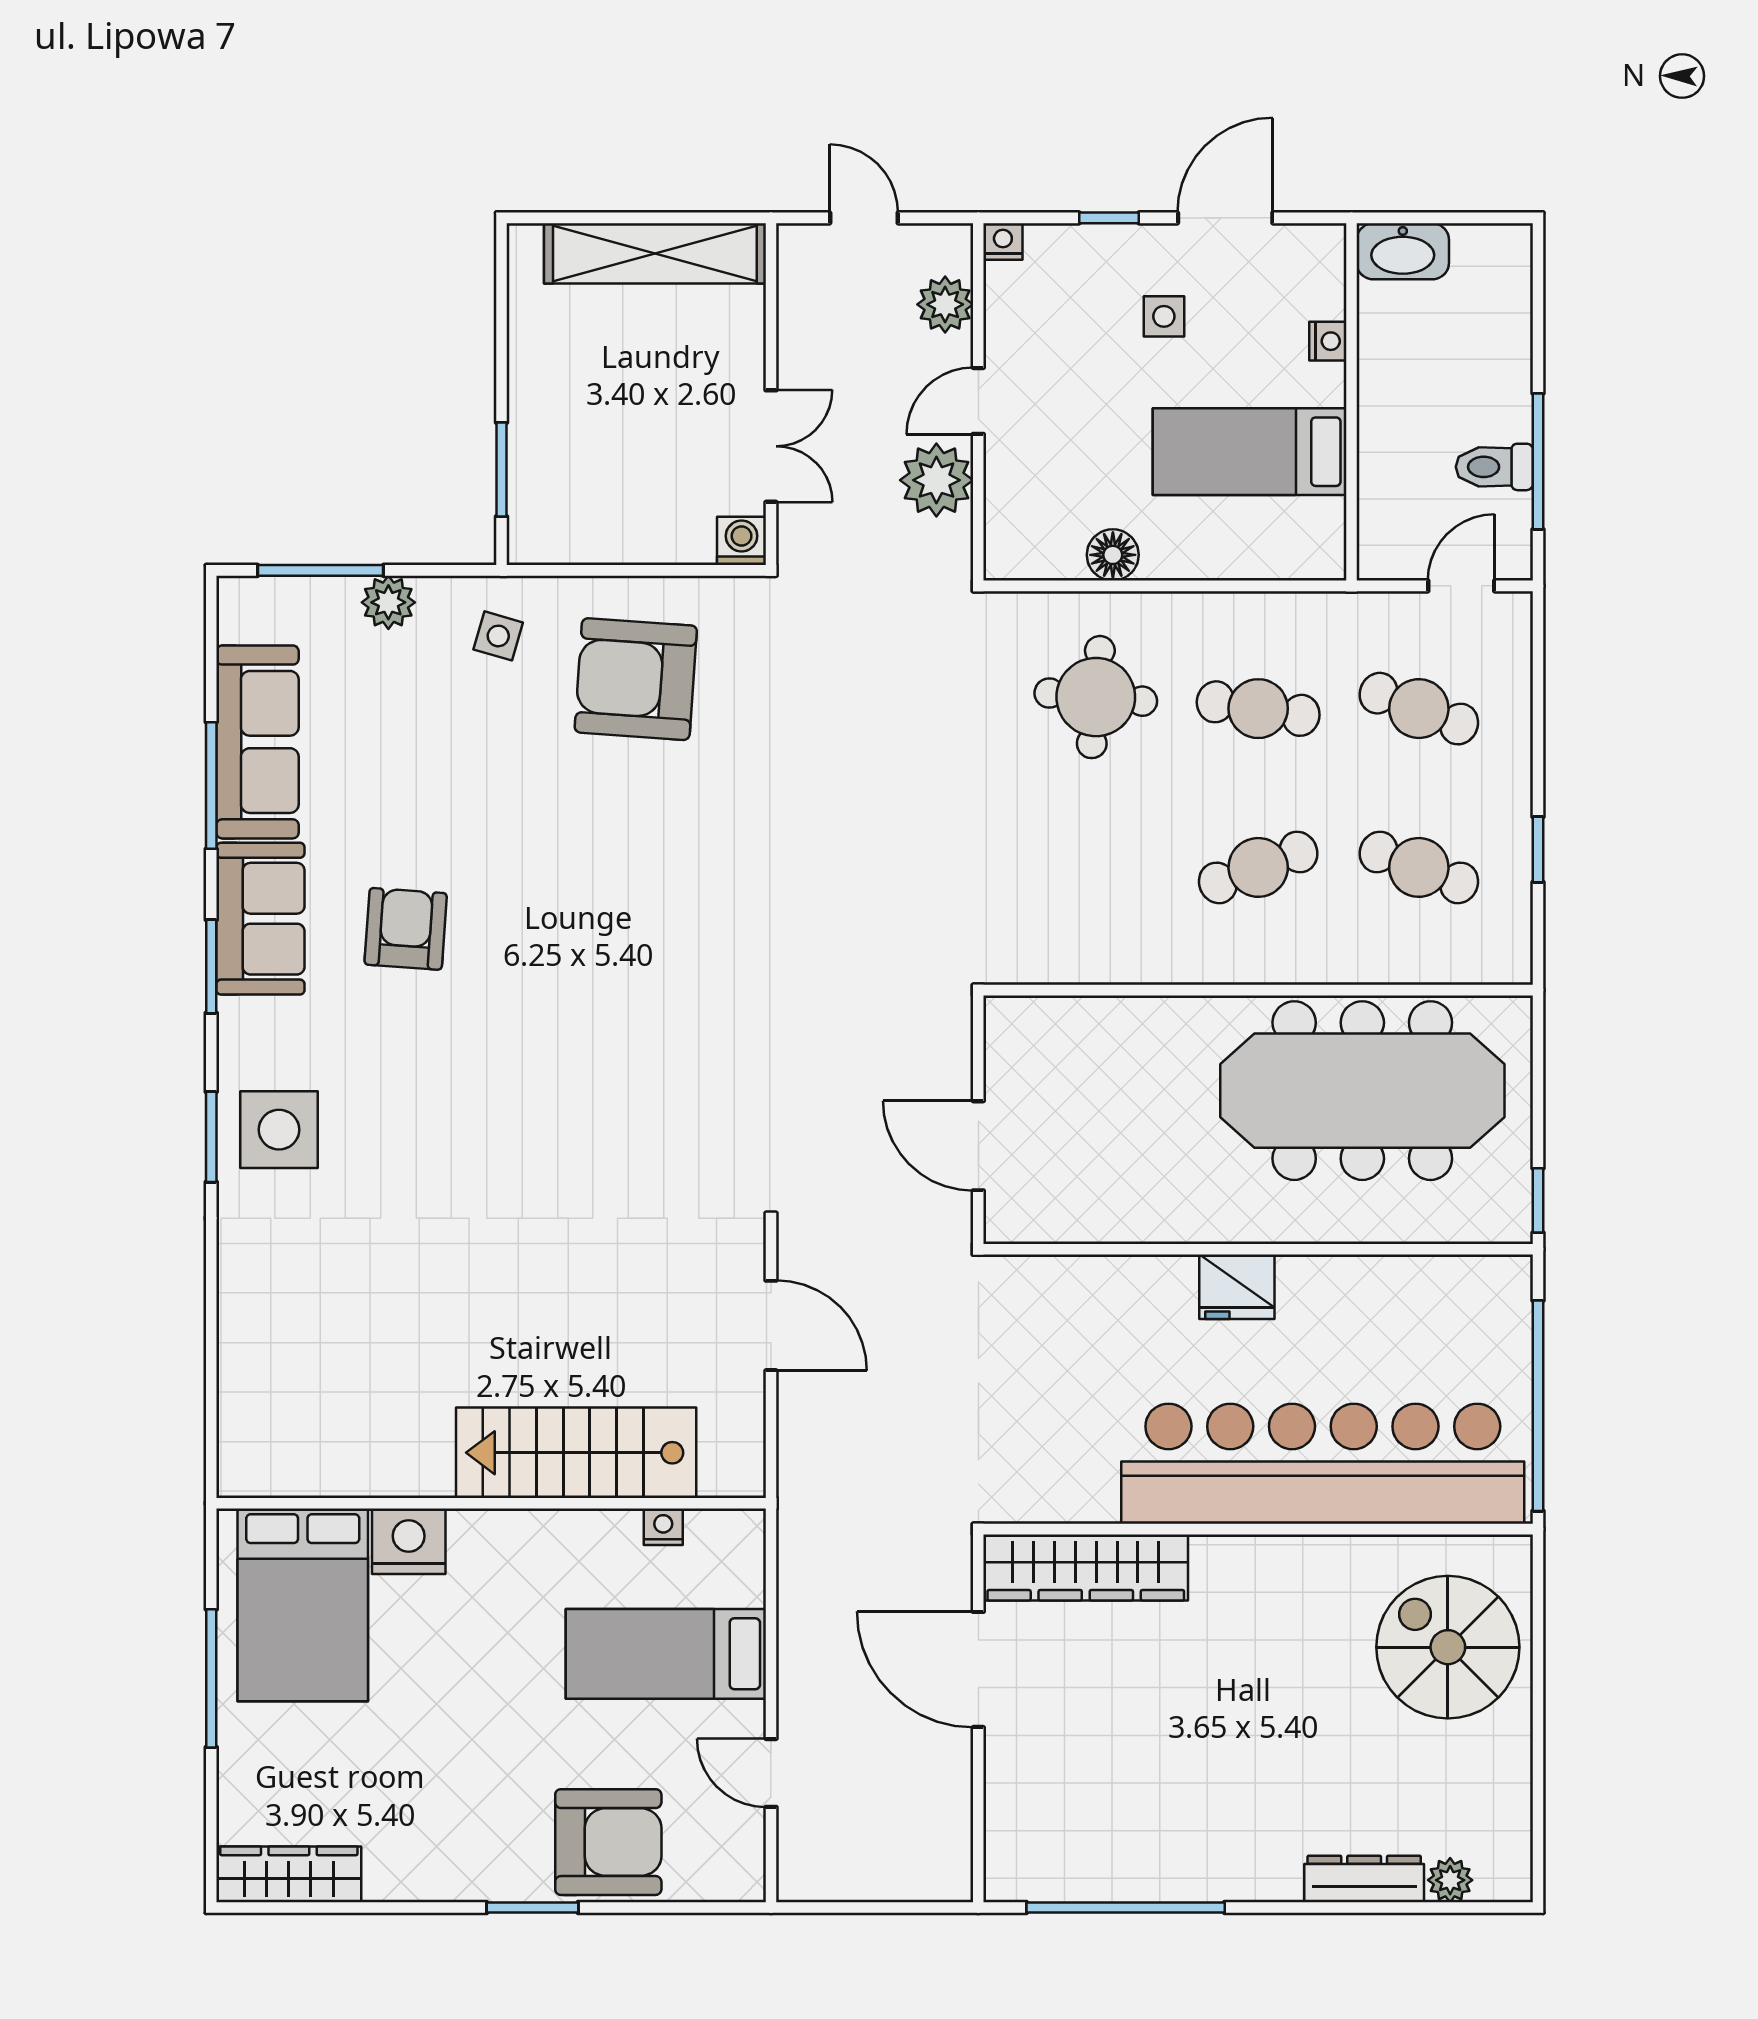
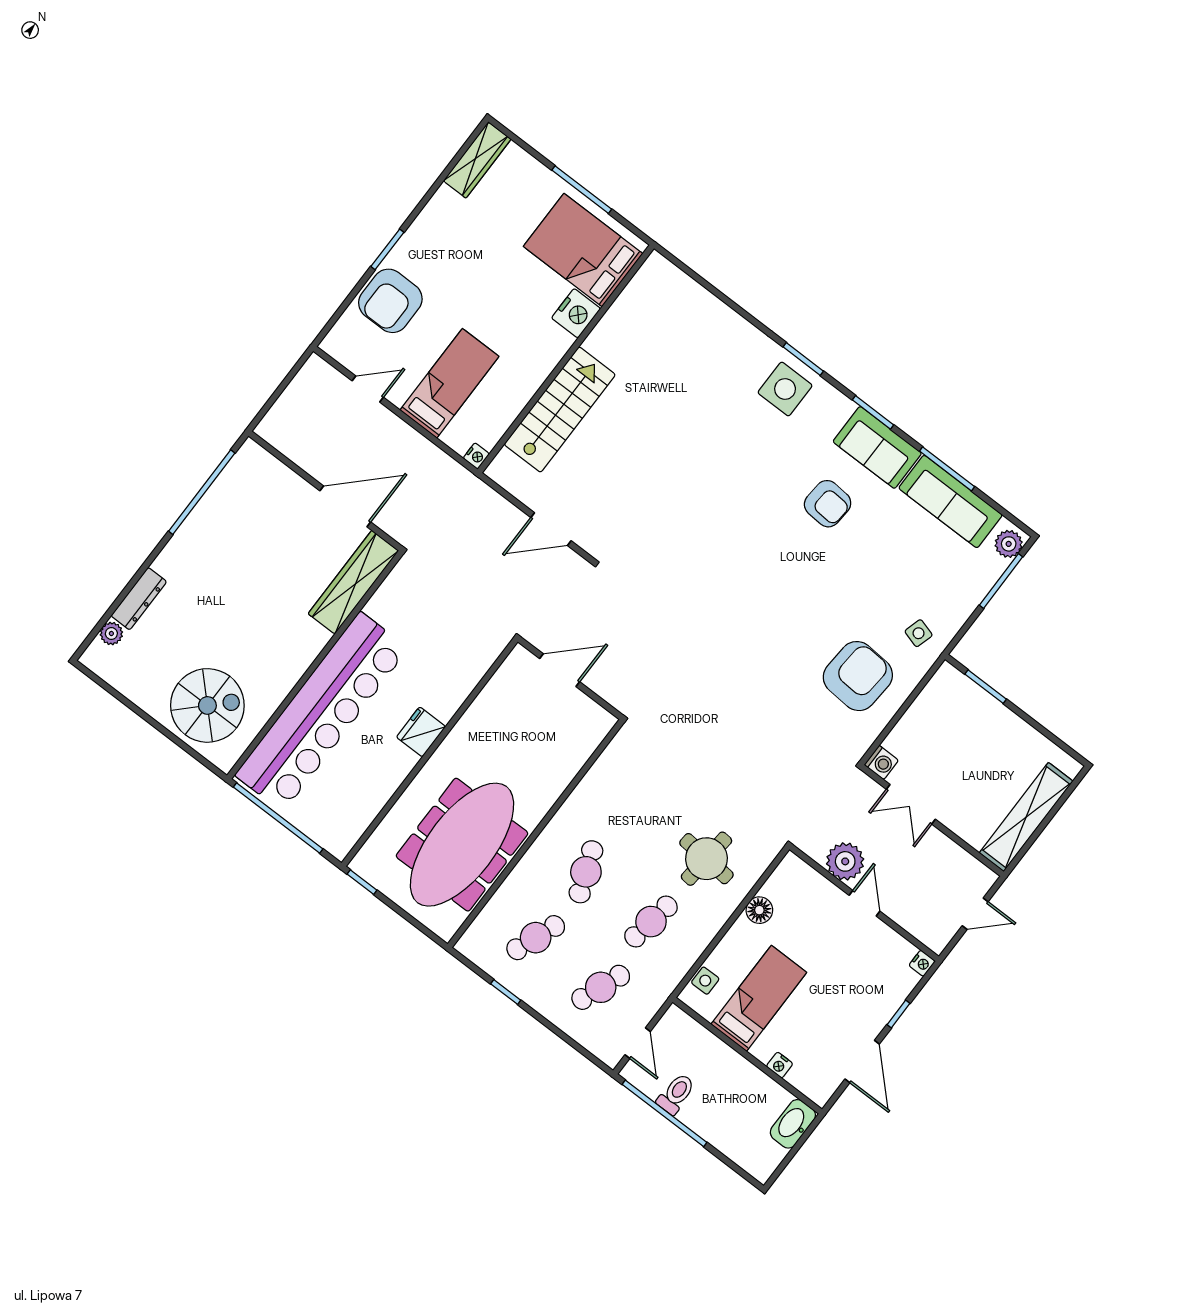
plant: (945, 304) -> (914, 920), removed
side table: (1164, 316) -> (705, 981), moved
window: (1538, 461) -> (665, 1113), width x1.46
plant: (388, 602) -> (1009, 544), moved
nightstand: (663, 1527) -> (476, 456), moved

